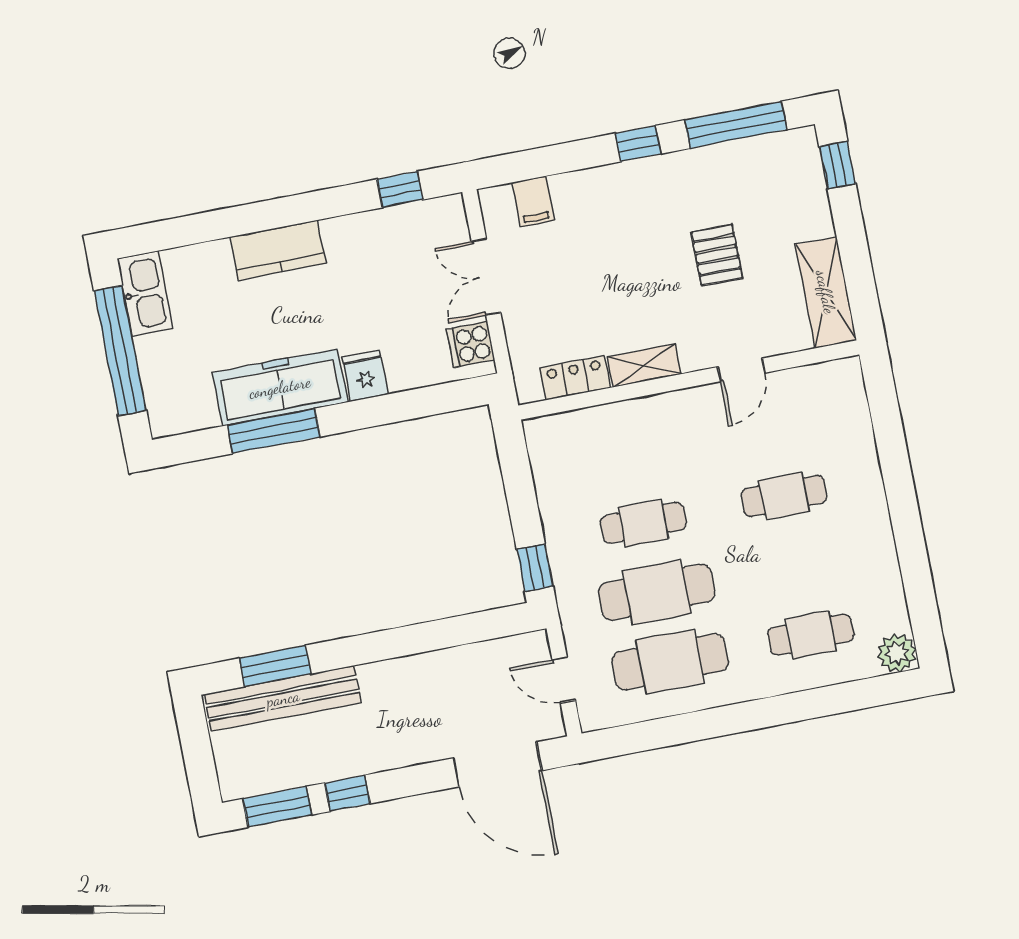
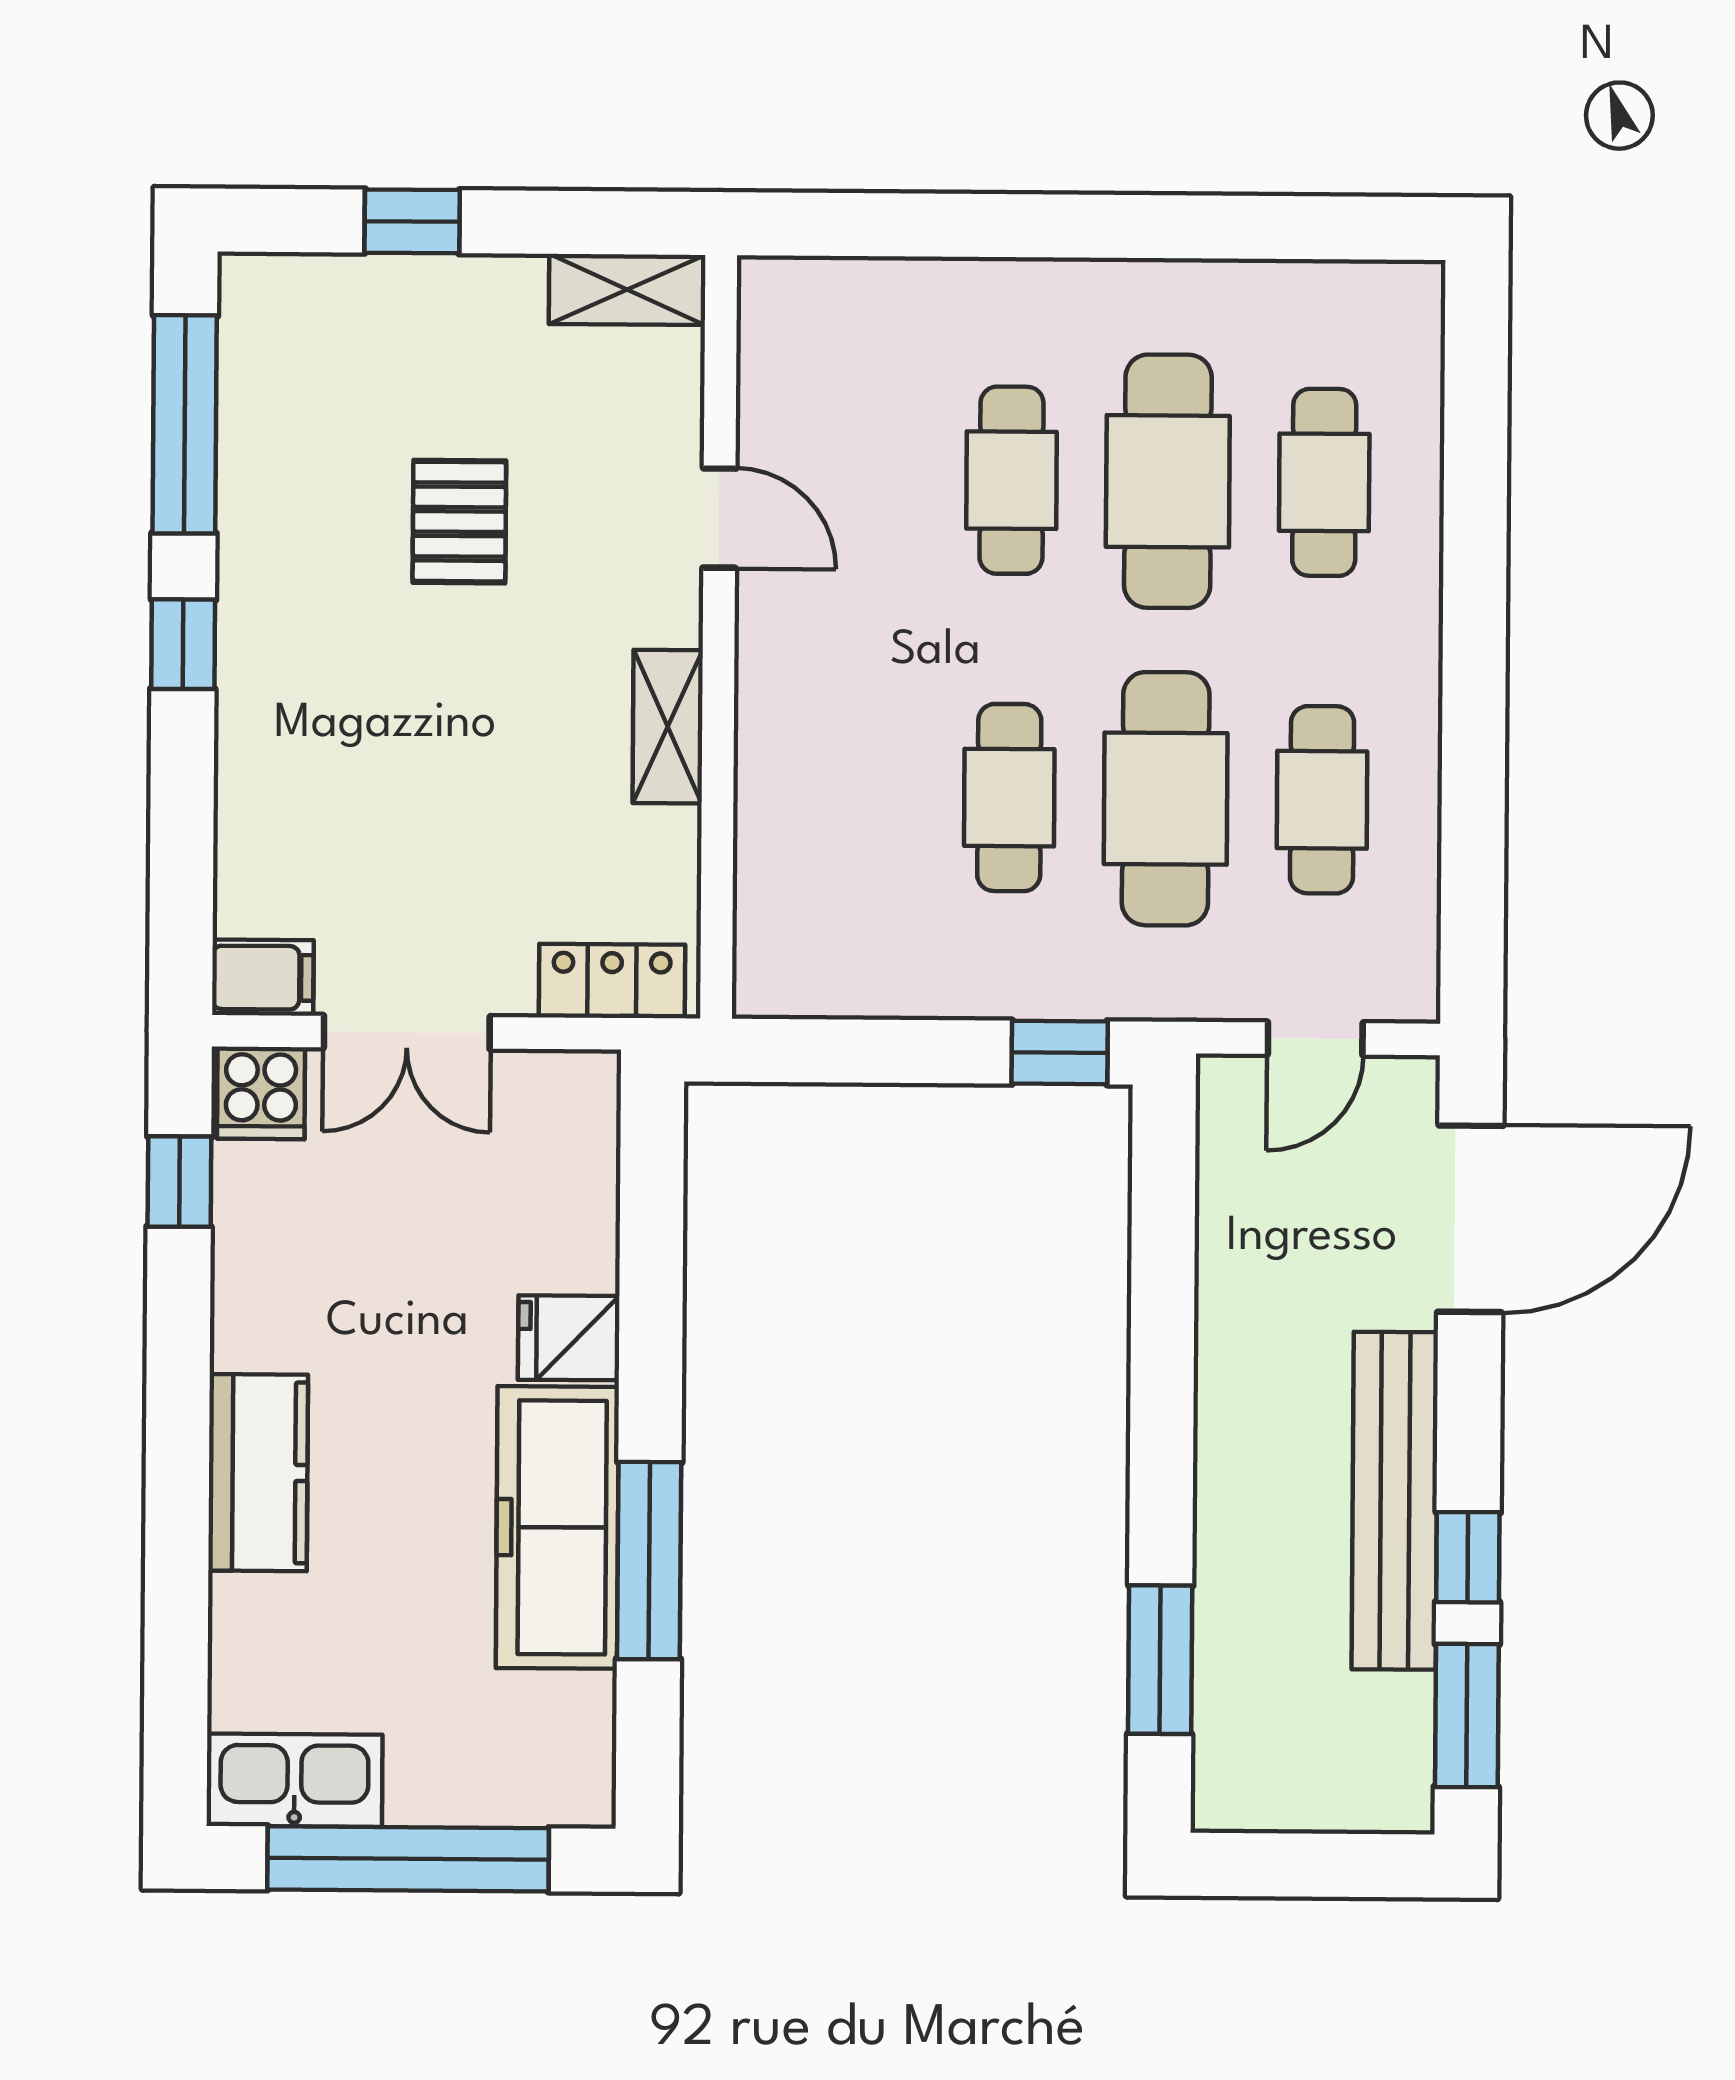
window: (837, 165) -> (412, 221), moved
filing cabinet: (533, 201) -> (263, 978), moved
pallet: (717, 255) -> (459, 522), turned 90
shelving: (826, 292) -> (627, 290), width x0.67, depth x0.75
cooker: (471, 344) -> (261, 1093), moved
locker: (575, 378) -> (612, 981), moved, turned 90
cafe table: (797, 565) -> (1168, 481), added
plant: (897, 653) -> (1402, 303), removed
cafe table: (670, 662) -> (1322, 800), width x0.73, depth x0.74
bench: (283, 698) -> (1395, 1501), moved

